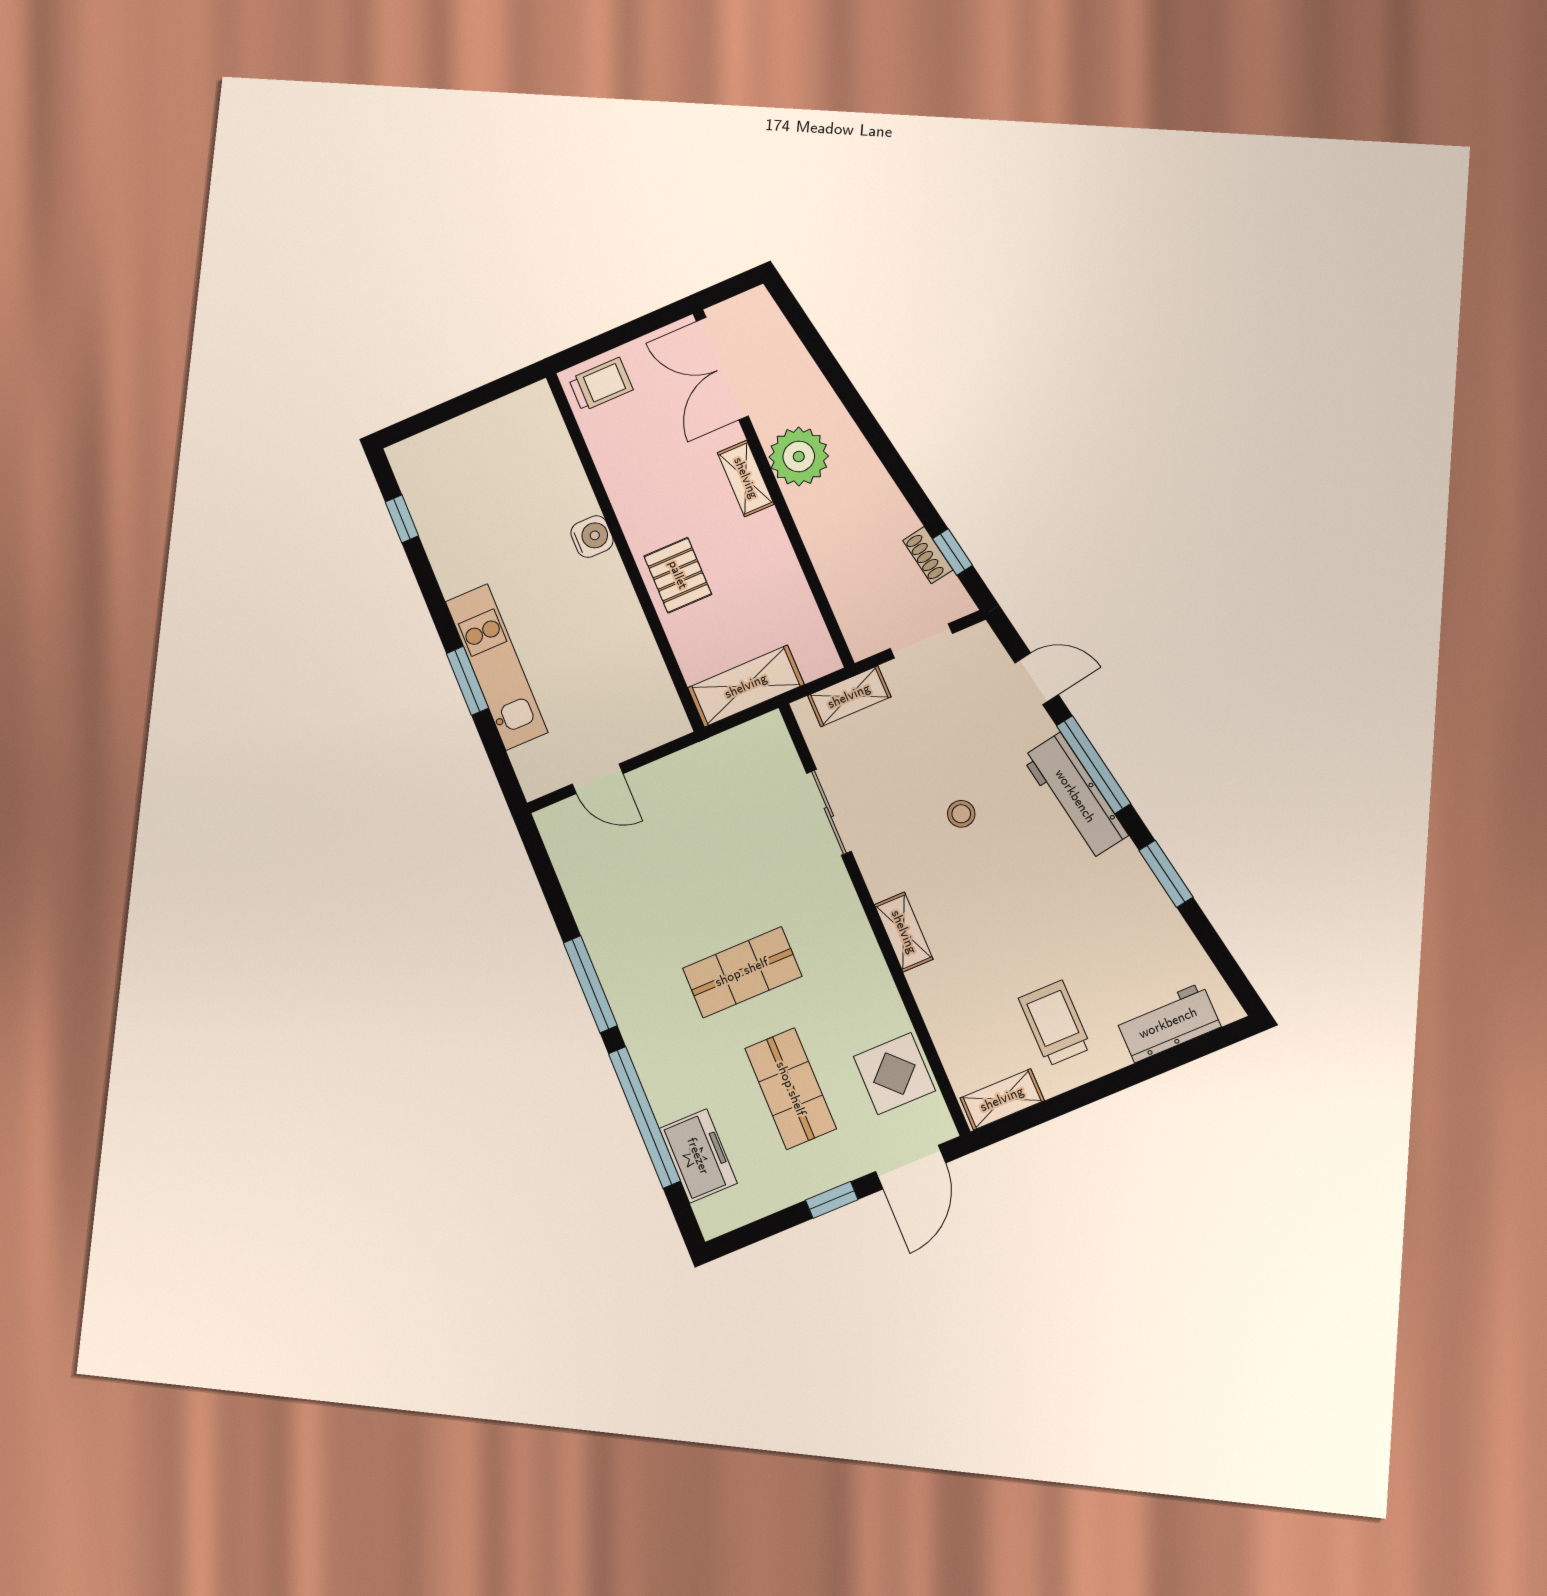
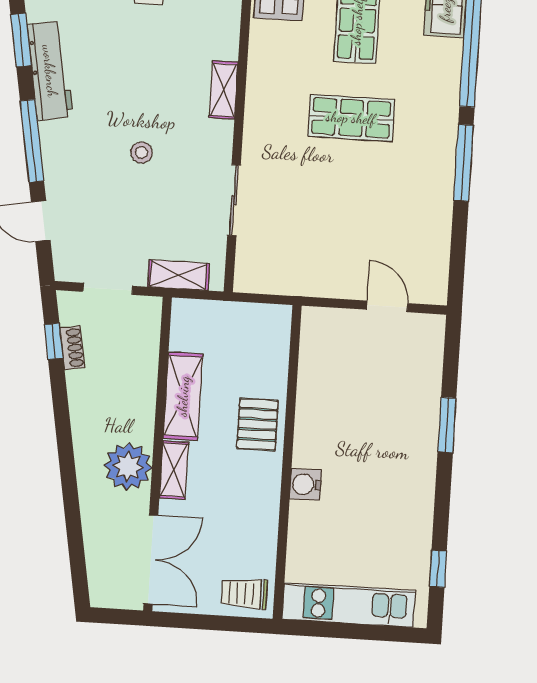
kitchen unit: (497, 667) -> (349, 605), moved, turned 90
shelving: (746, 686) -> (183, 396), moved, turned 90
workbench: (1075, 796) -> (50, 71), moved

